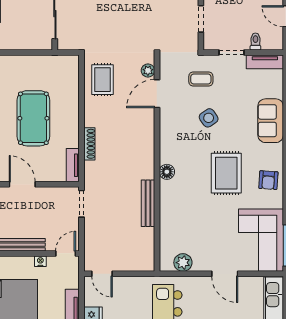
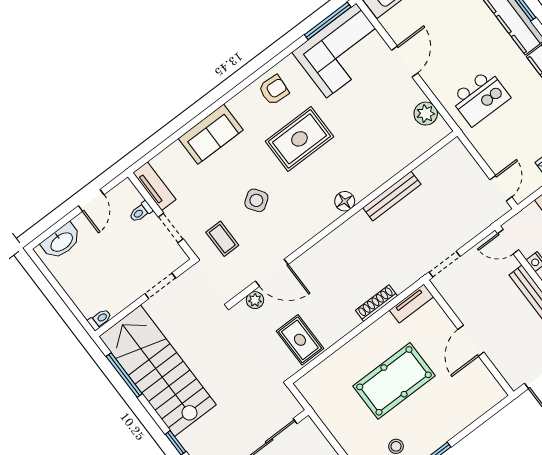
rug: (103, 80) -> (300, 340), turned 90

